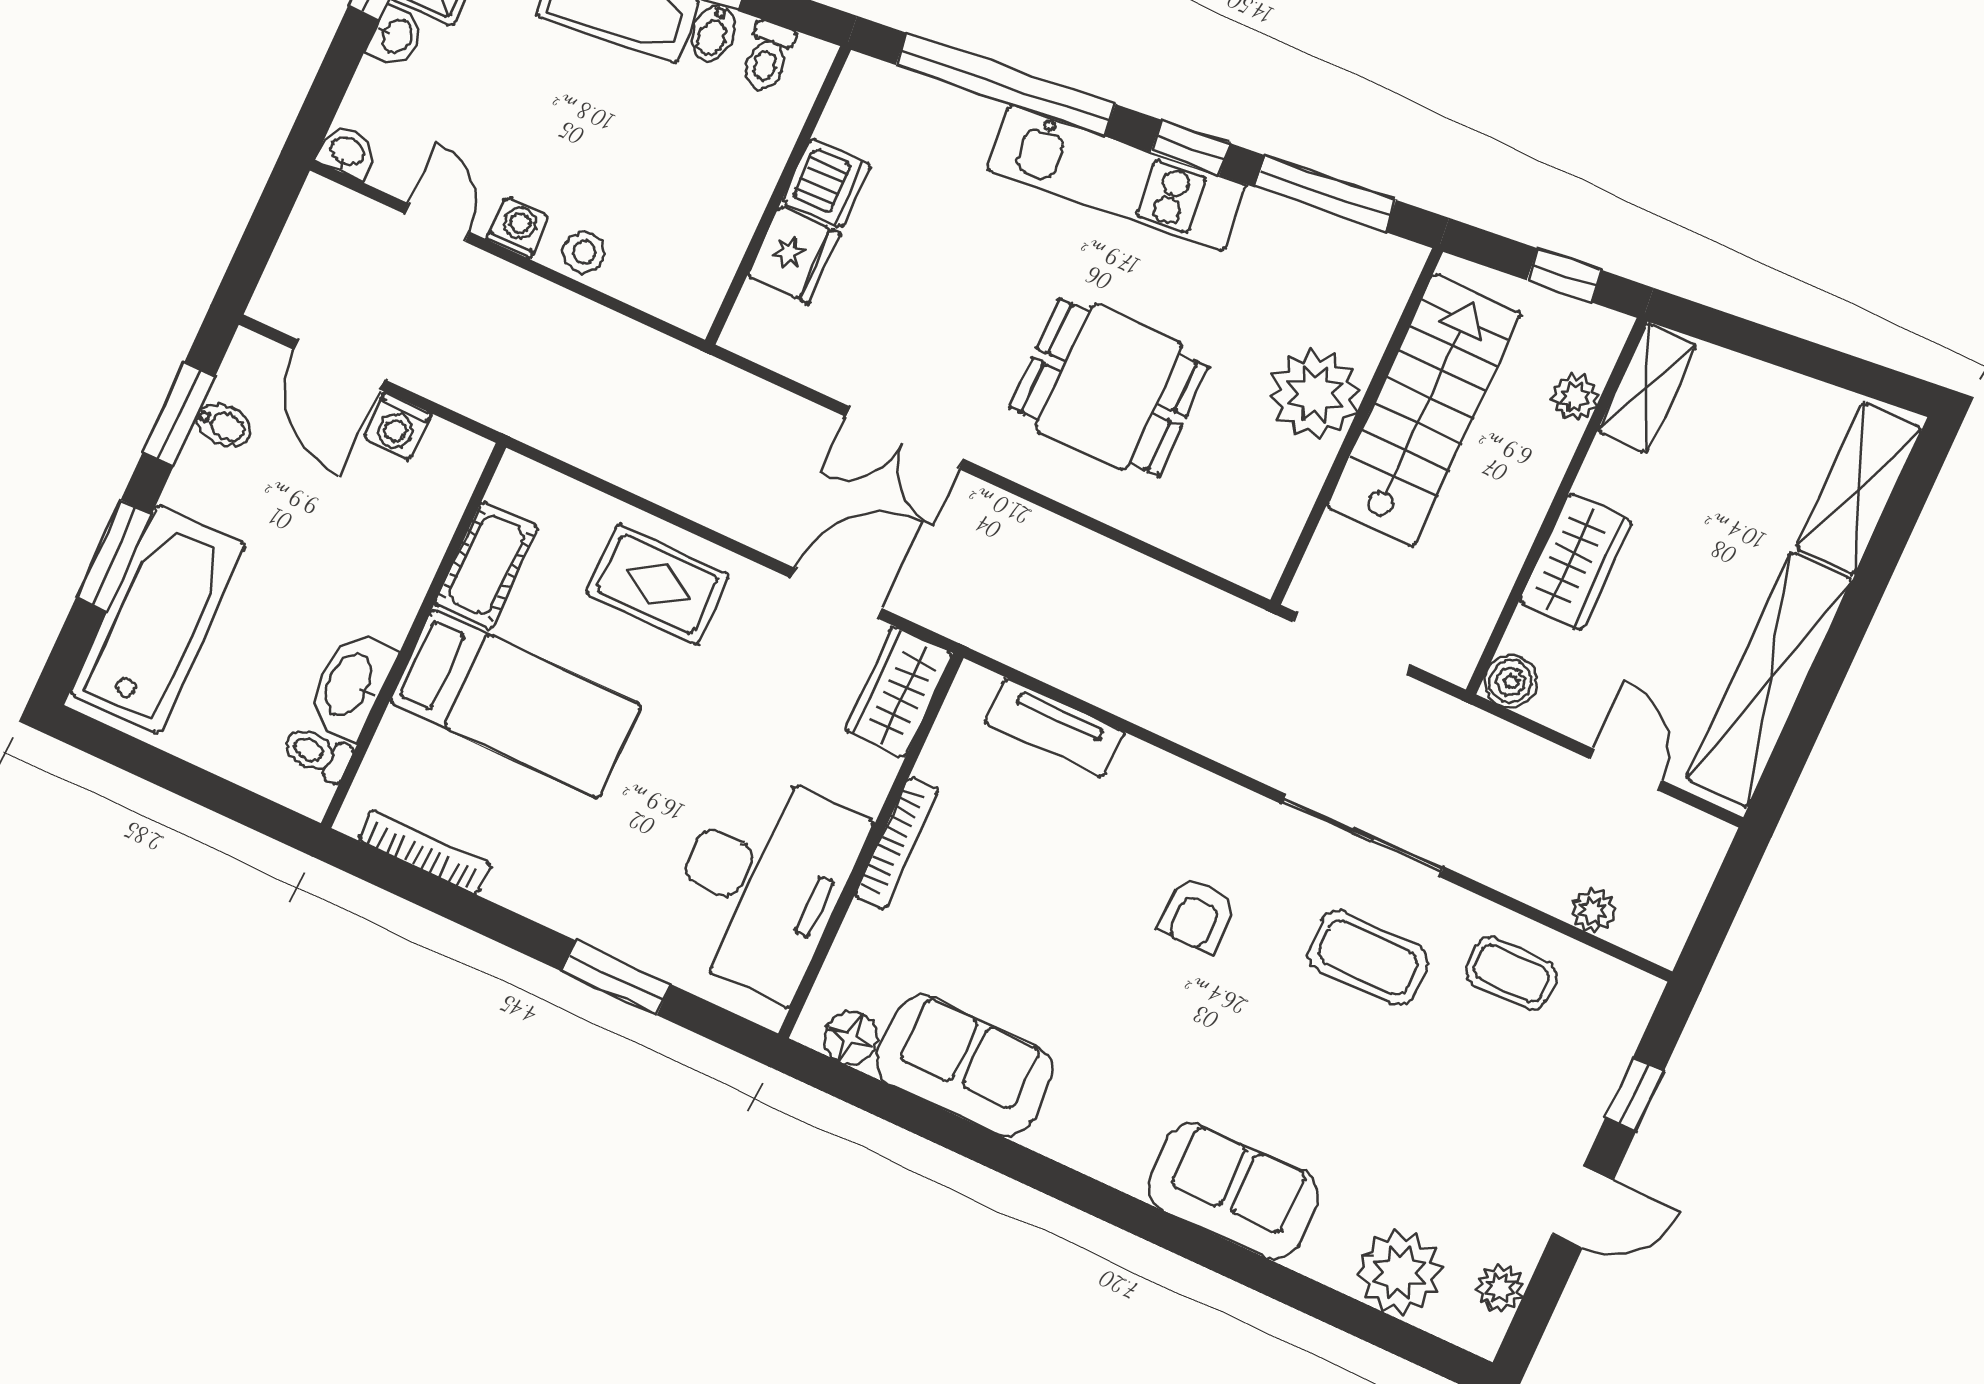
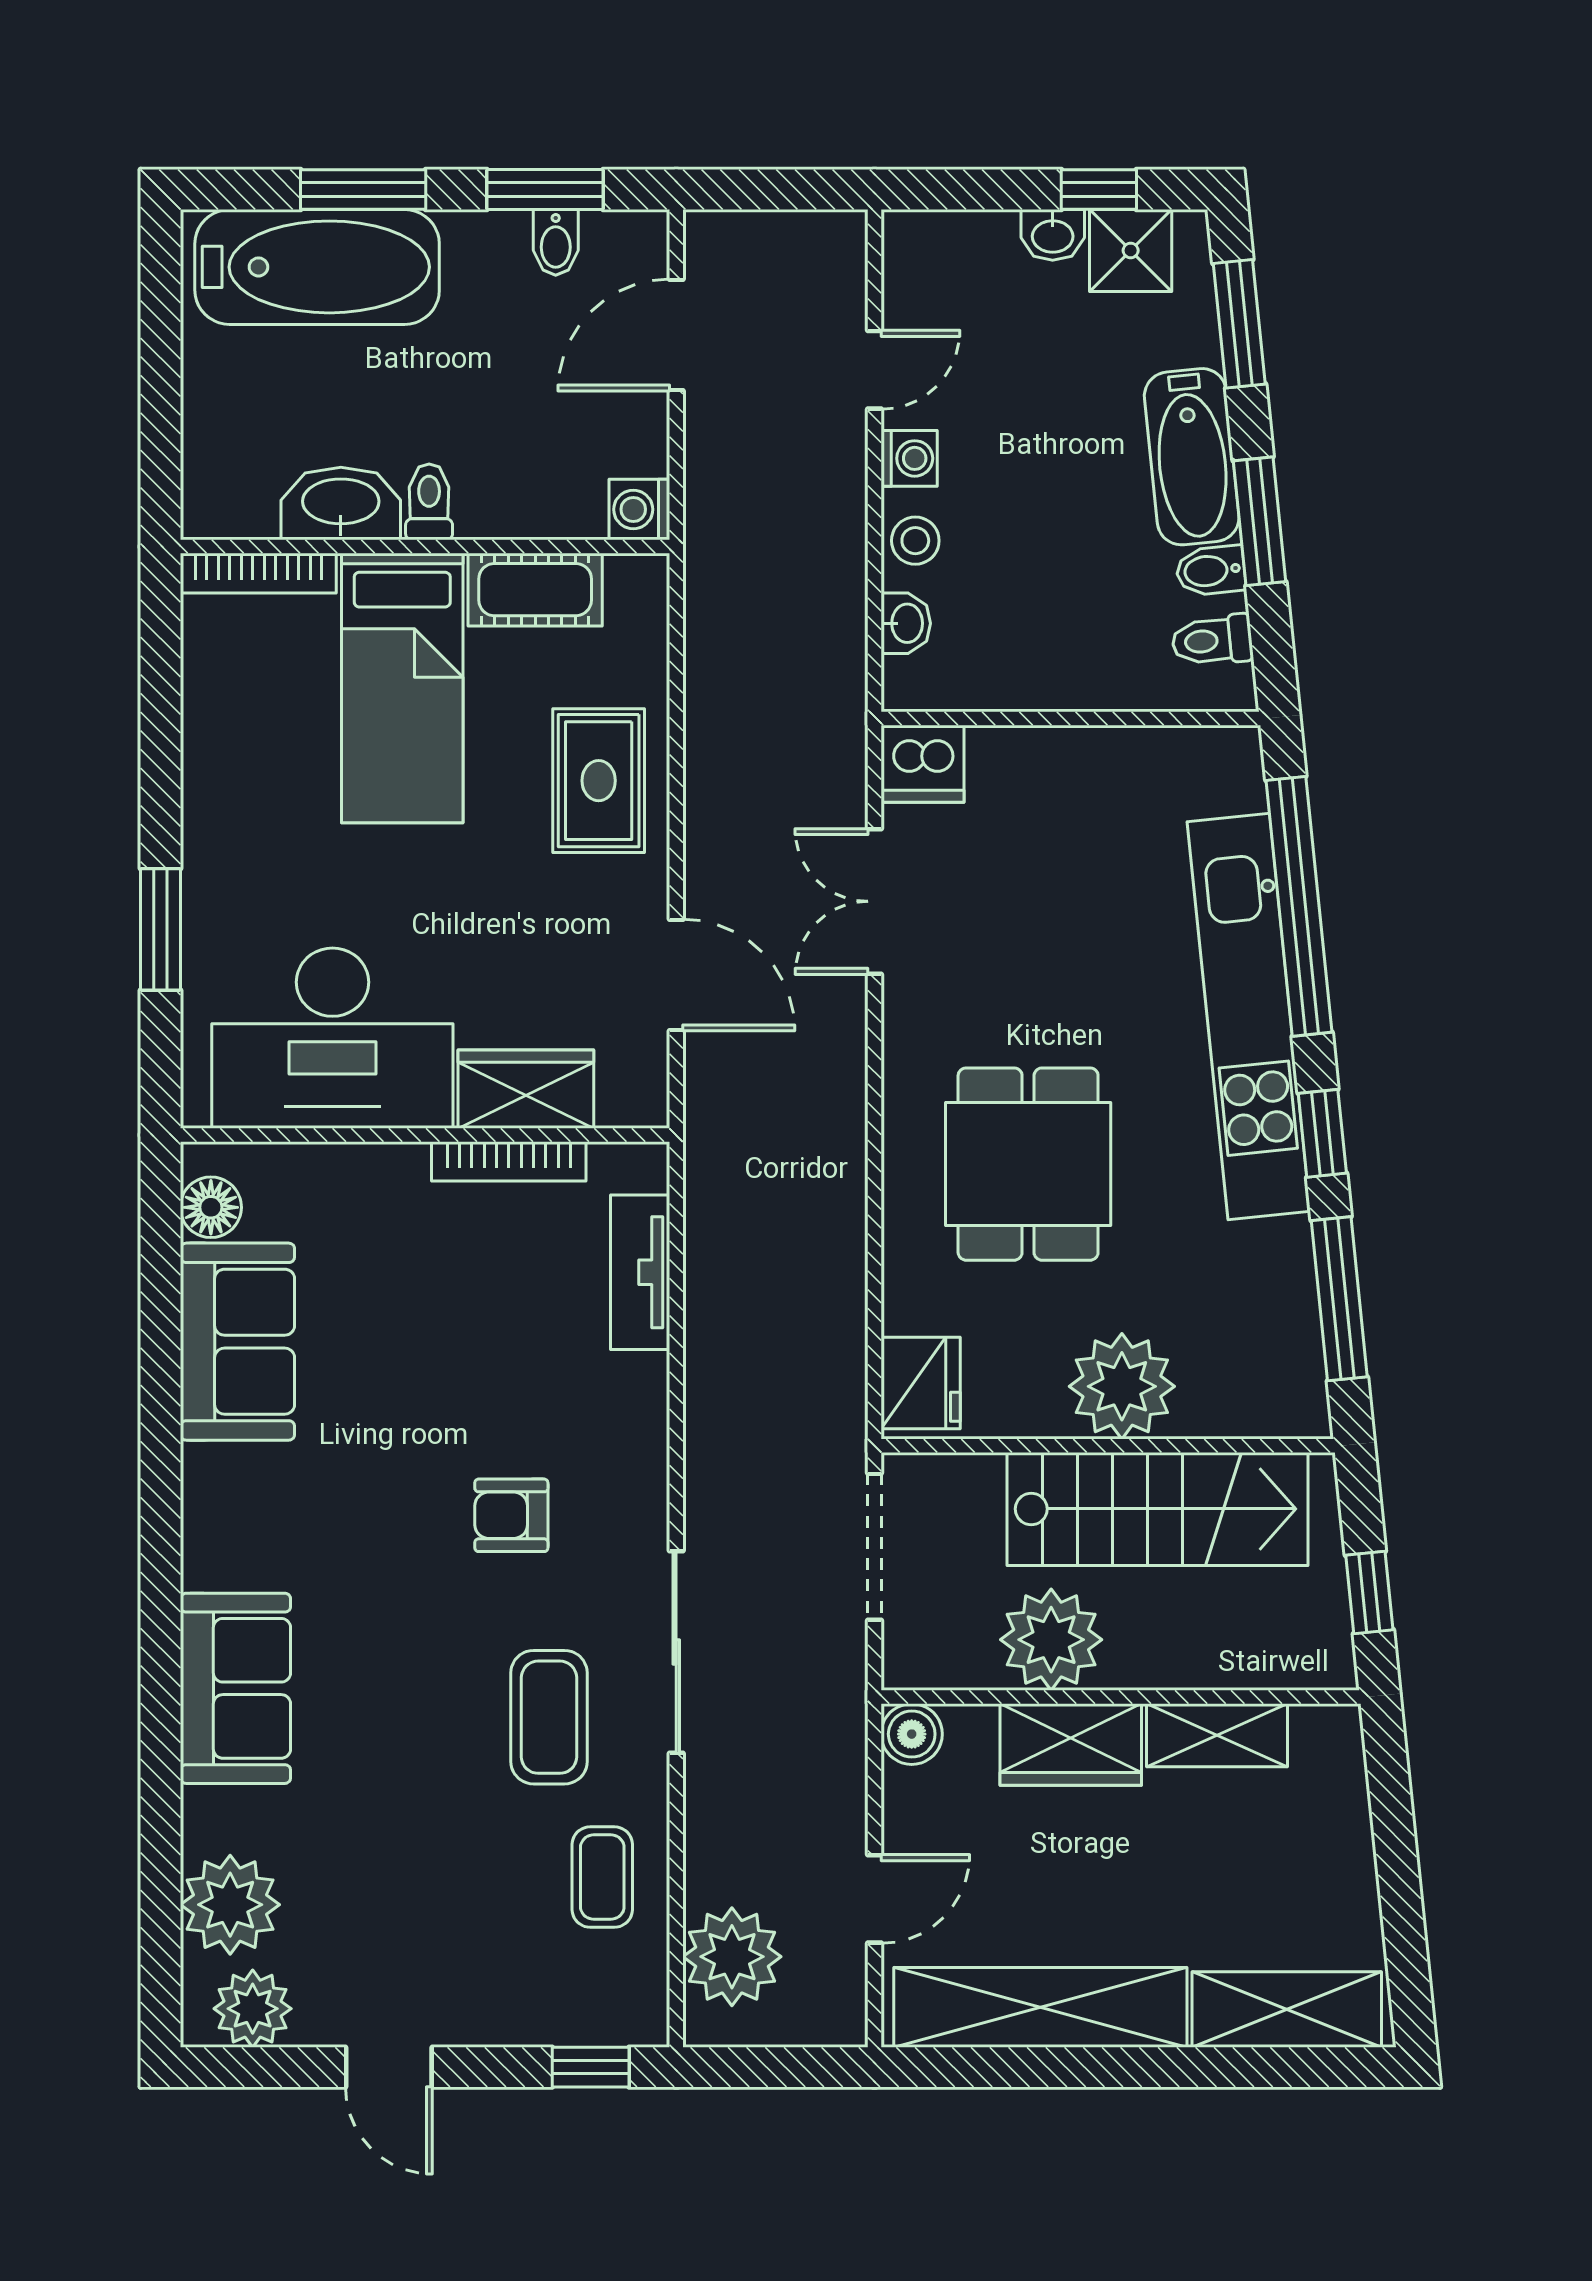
washbasin: (347, 152) -> (906, 623), moved
kitchen unit: (1117, 178) -> (1249, 1017), width x1.36
dishwasher: (826, 183) -> (922, 764), moved
fridge: (794, 255) -> (921, 1383), moved, turned -90
shelving: (1647, 388) -> (1217, 1735), moved
plant: (1575, 397) -> (1051, 1640), moved, width x1.88, depth x1.88
washing machine: (397, 426) -> (639, 509), moved
double door: (905, 438) -> (875, 901), moved
wardrobe: (899, 692) -> (526, 1089), moved
toilet: (317, 754) -> (429, 502), moved
bookcase: (897, 843) -> (509, 1161), moved
bookcase: (425, 852) -> (258, 573), moved, turned 90
plant: (1594, 911) -> (732, 1957), width x1.87, depth x1.87
window: (1635, 1094) -> (591, 2067), moved
plant: (1500, 1288) -> (253, 2009), width x1.38, depth x1.38

